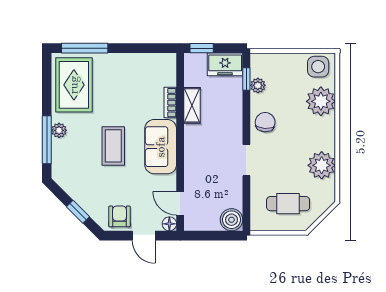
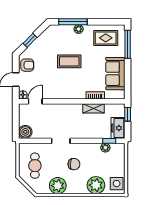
rug: (74, 85) -> (106, 38), width x0.73, depth x0.70
chair: (265, 122) -> (74, 164), moved
sofa: (161, 147) -> (115, 74), moved, turned -90

